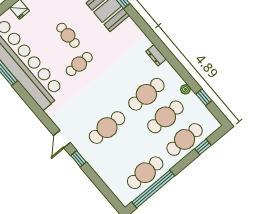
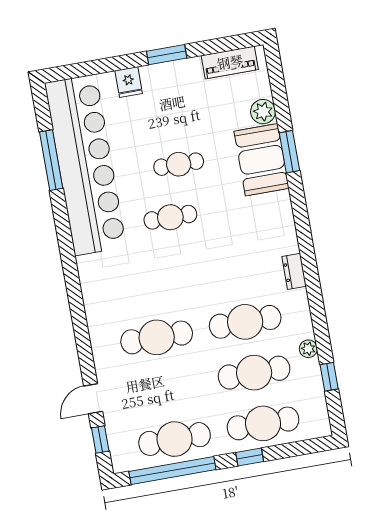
cafe table: (68, 35) -> (179, 164), turned 90
door: (62, 139) -> (93, 399), moved
window: (203, 147) -> (250, 457), moved
window: (78, 159) -> (100, 440), moved

